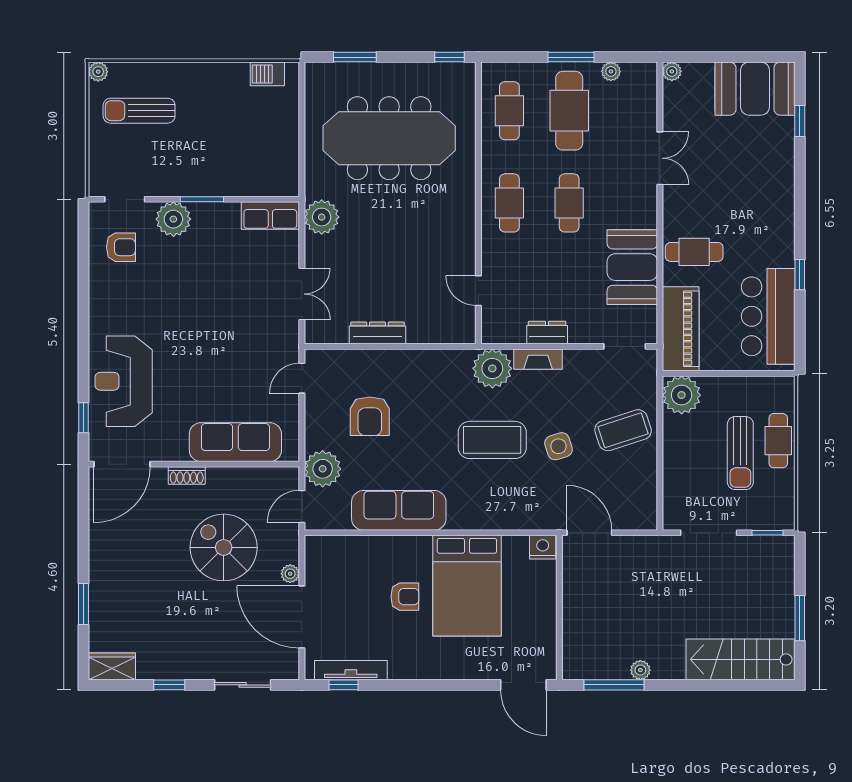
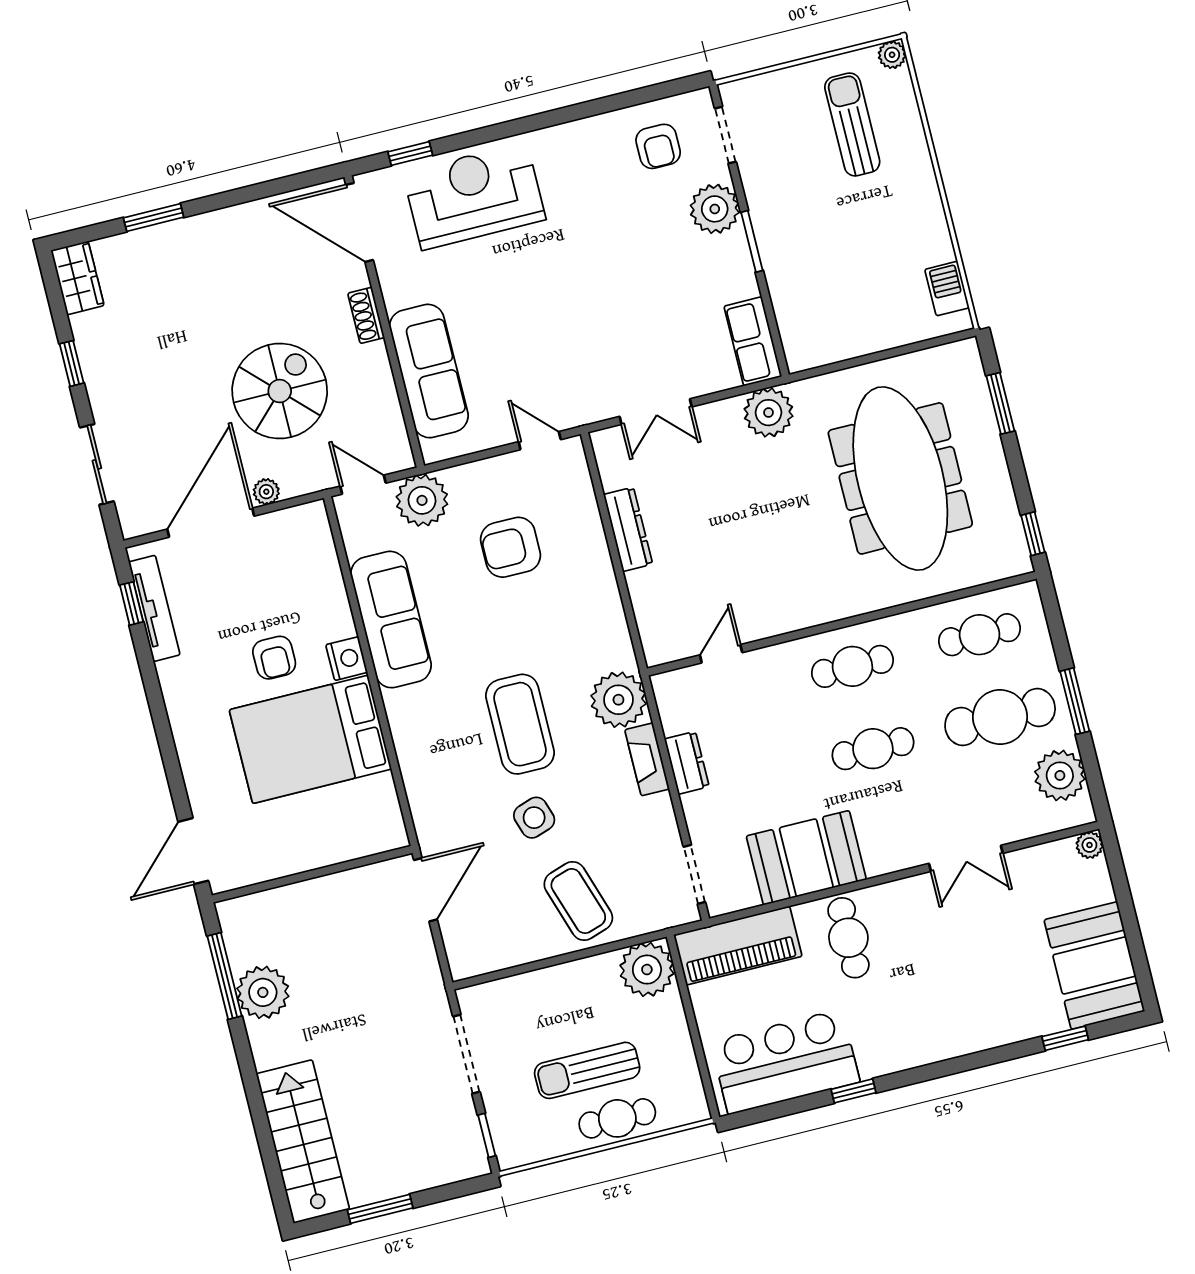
plant: (611, 71) -> (1060, 775), width x1.88, depth x1.88
nightstand: (543, 547) -> (347, 659), moved
plant: (640, 670) -> (263, 992), width x1.87, depth x1.87

